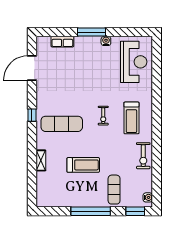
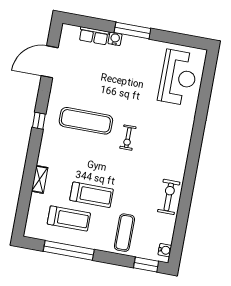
water cooler: (106, 41) -> (115, 39), moved
treadmill: (131, 118) -> (69, 218), moved, turned -90
exercise mat: (62, 124) -> (86, 121), moved
exercise bike: (143, 156) -> (169, 197), turned 180
window: (91, 211) -> (69, 250), moved

